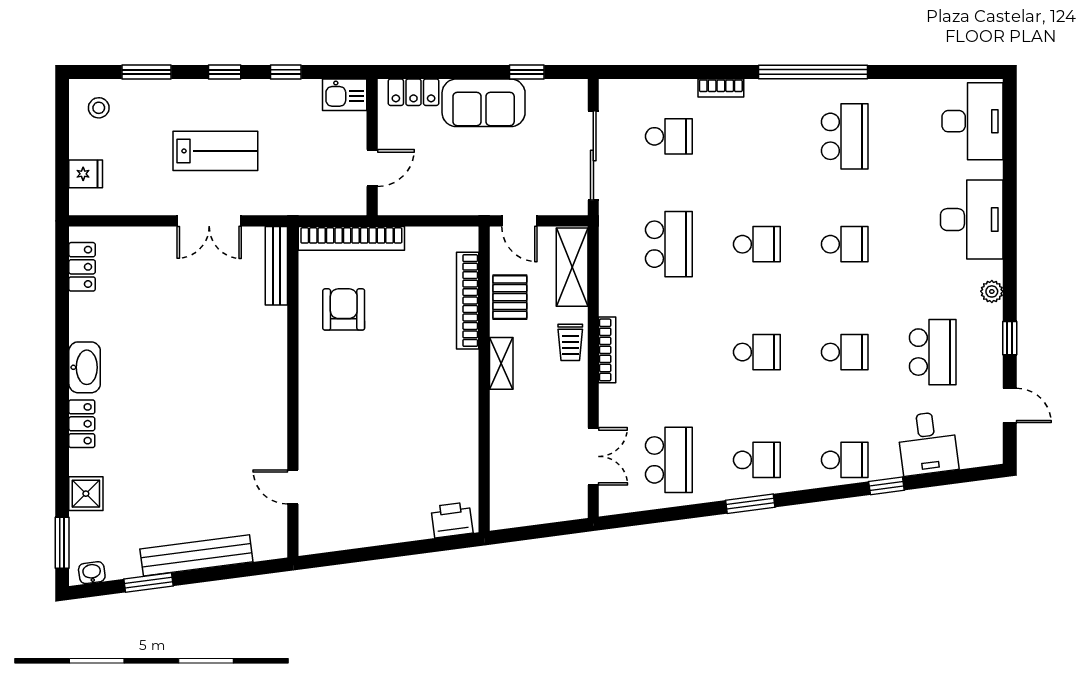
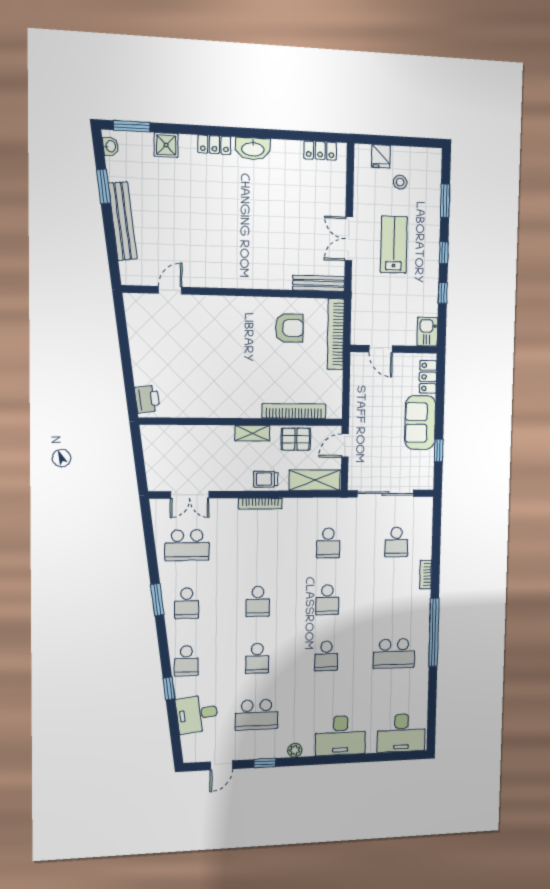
stool: (99, 108) -> (400, 182), moved
lab bench: (215, 151) -> (394, 245), turned 180
school desk: (669, 244) -> (328, 543), width x0.54

